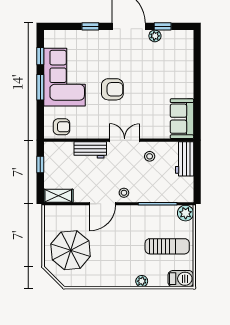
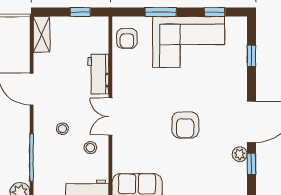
window: (90, 26) -> (251, 56), moved
window: (40, 87) -> (161, 12), moved
armchair: (112, 89) -> (185, 125), moved
double door: (125, 140) -> (110, 117), swing flipped
stool: (124, 193) -> (62, 129), moved

